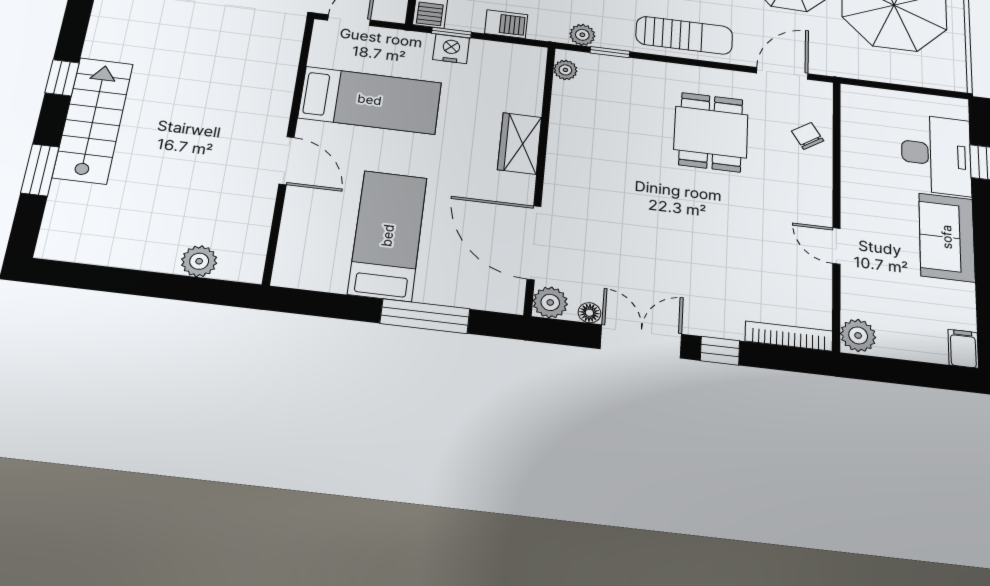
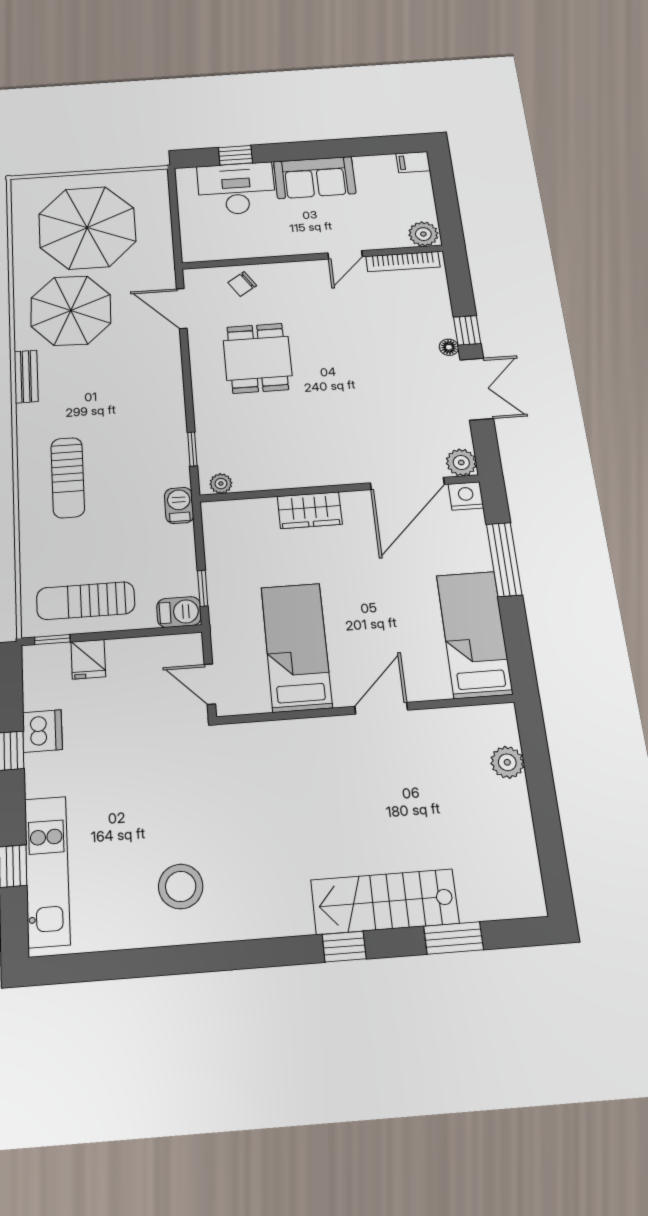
barbecue: (506, 24) -> (179, 506), moved
plant: (582, 35) -> (178, 475), removed
sun lounger: (684, 35) -> (159, 390), removed
nightstand: (451, 49) -> (466, 496), moved, turned 90
dining table: (711, 132) -> (258, 358), turned 90
bed: (388, 235) -> (474, 634), moved, turned 90
floor lamp: (589, 313) -> (449, 347), moved
bookcase: (789, 336) -> (403, 262), moved, turned -90
double door: (641, 341) -> (477, 389), swing flipped

